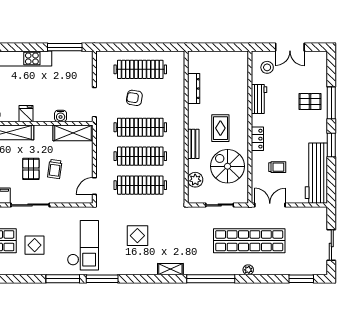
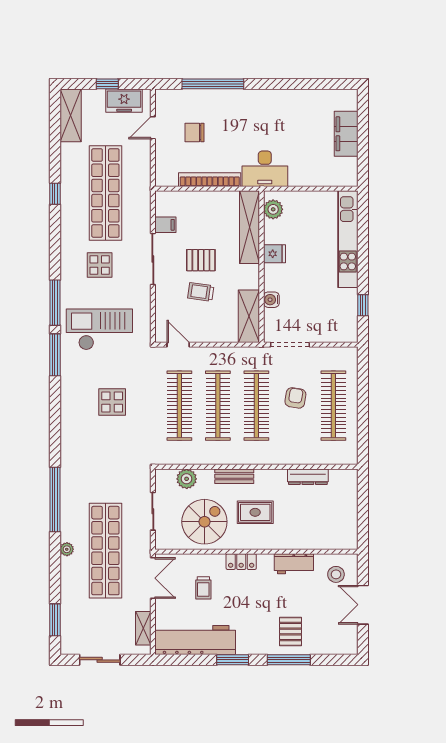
window: (65, 47) -> (363, 305), width x0.46
checkout: (83, 245) -> (99, 329), turned 180
shelving: (170, 269) -> (143, 628), moved

